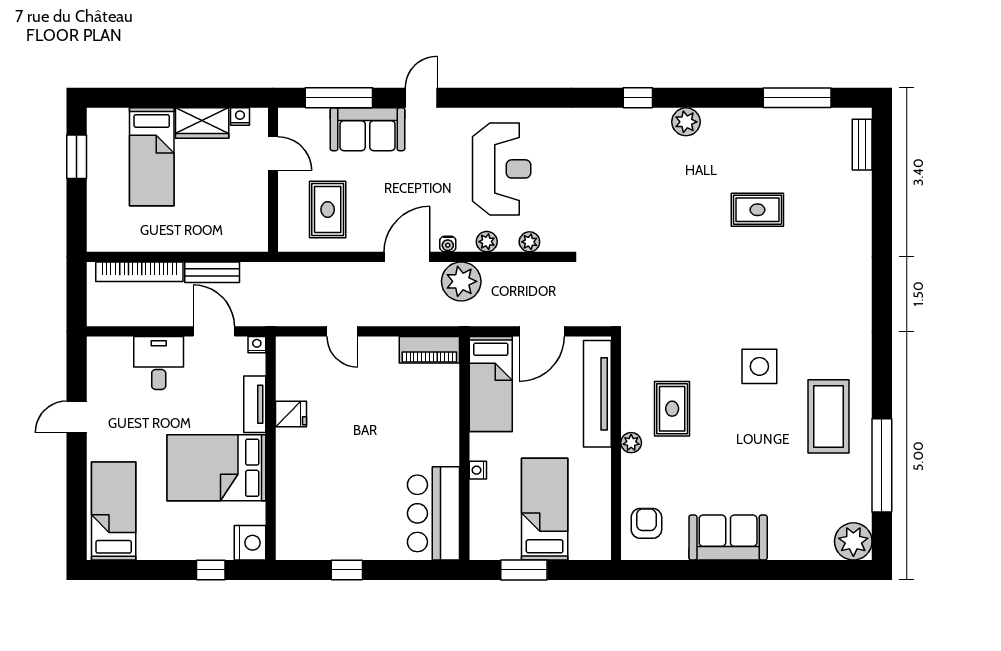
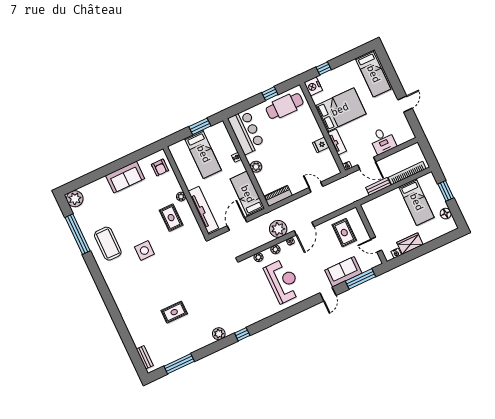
floor lamp: (99, 151) -> (446, 214), added
window: (77, 157) -> (446, 191), moved
bed: (152, 157) -> (416, 202), moved, turned 180
reception desk: (502, 169) -> (283, 281), turned 180
plant: (447, 432) -> (256, 167), added
cafe table: (328, 530) -> (285, 106), added

